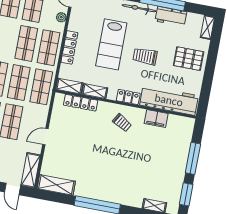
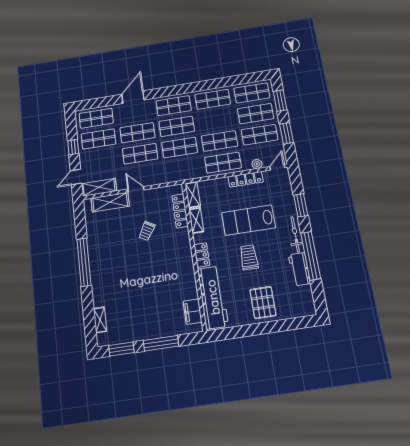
shelving: (208, 27) -> (303, 311), removed
locker: (69, 47) -> (246, 179), moved
shop shelf: (41, 87) -> (183, 169), removed
filing cabinet: (156, 119) -> (192, 312), moved
trolley: (122, 123) -> (147, 231), moved
shelving: (56, 185) -> (110, 202), moved, turned 90

